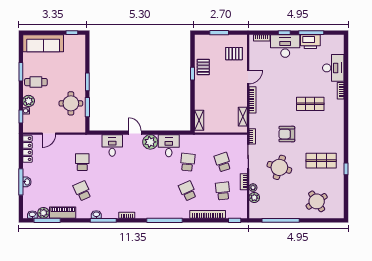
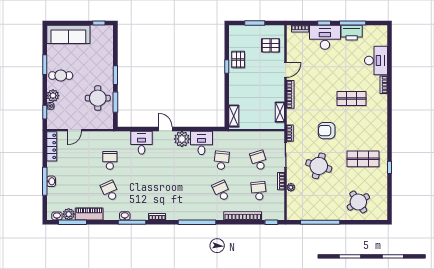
plant: (254, 197) -> (292, 198), removed

